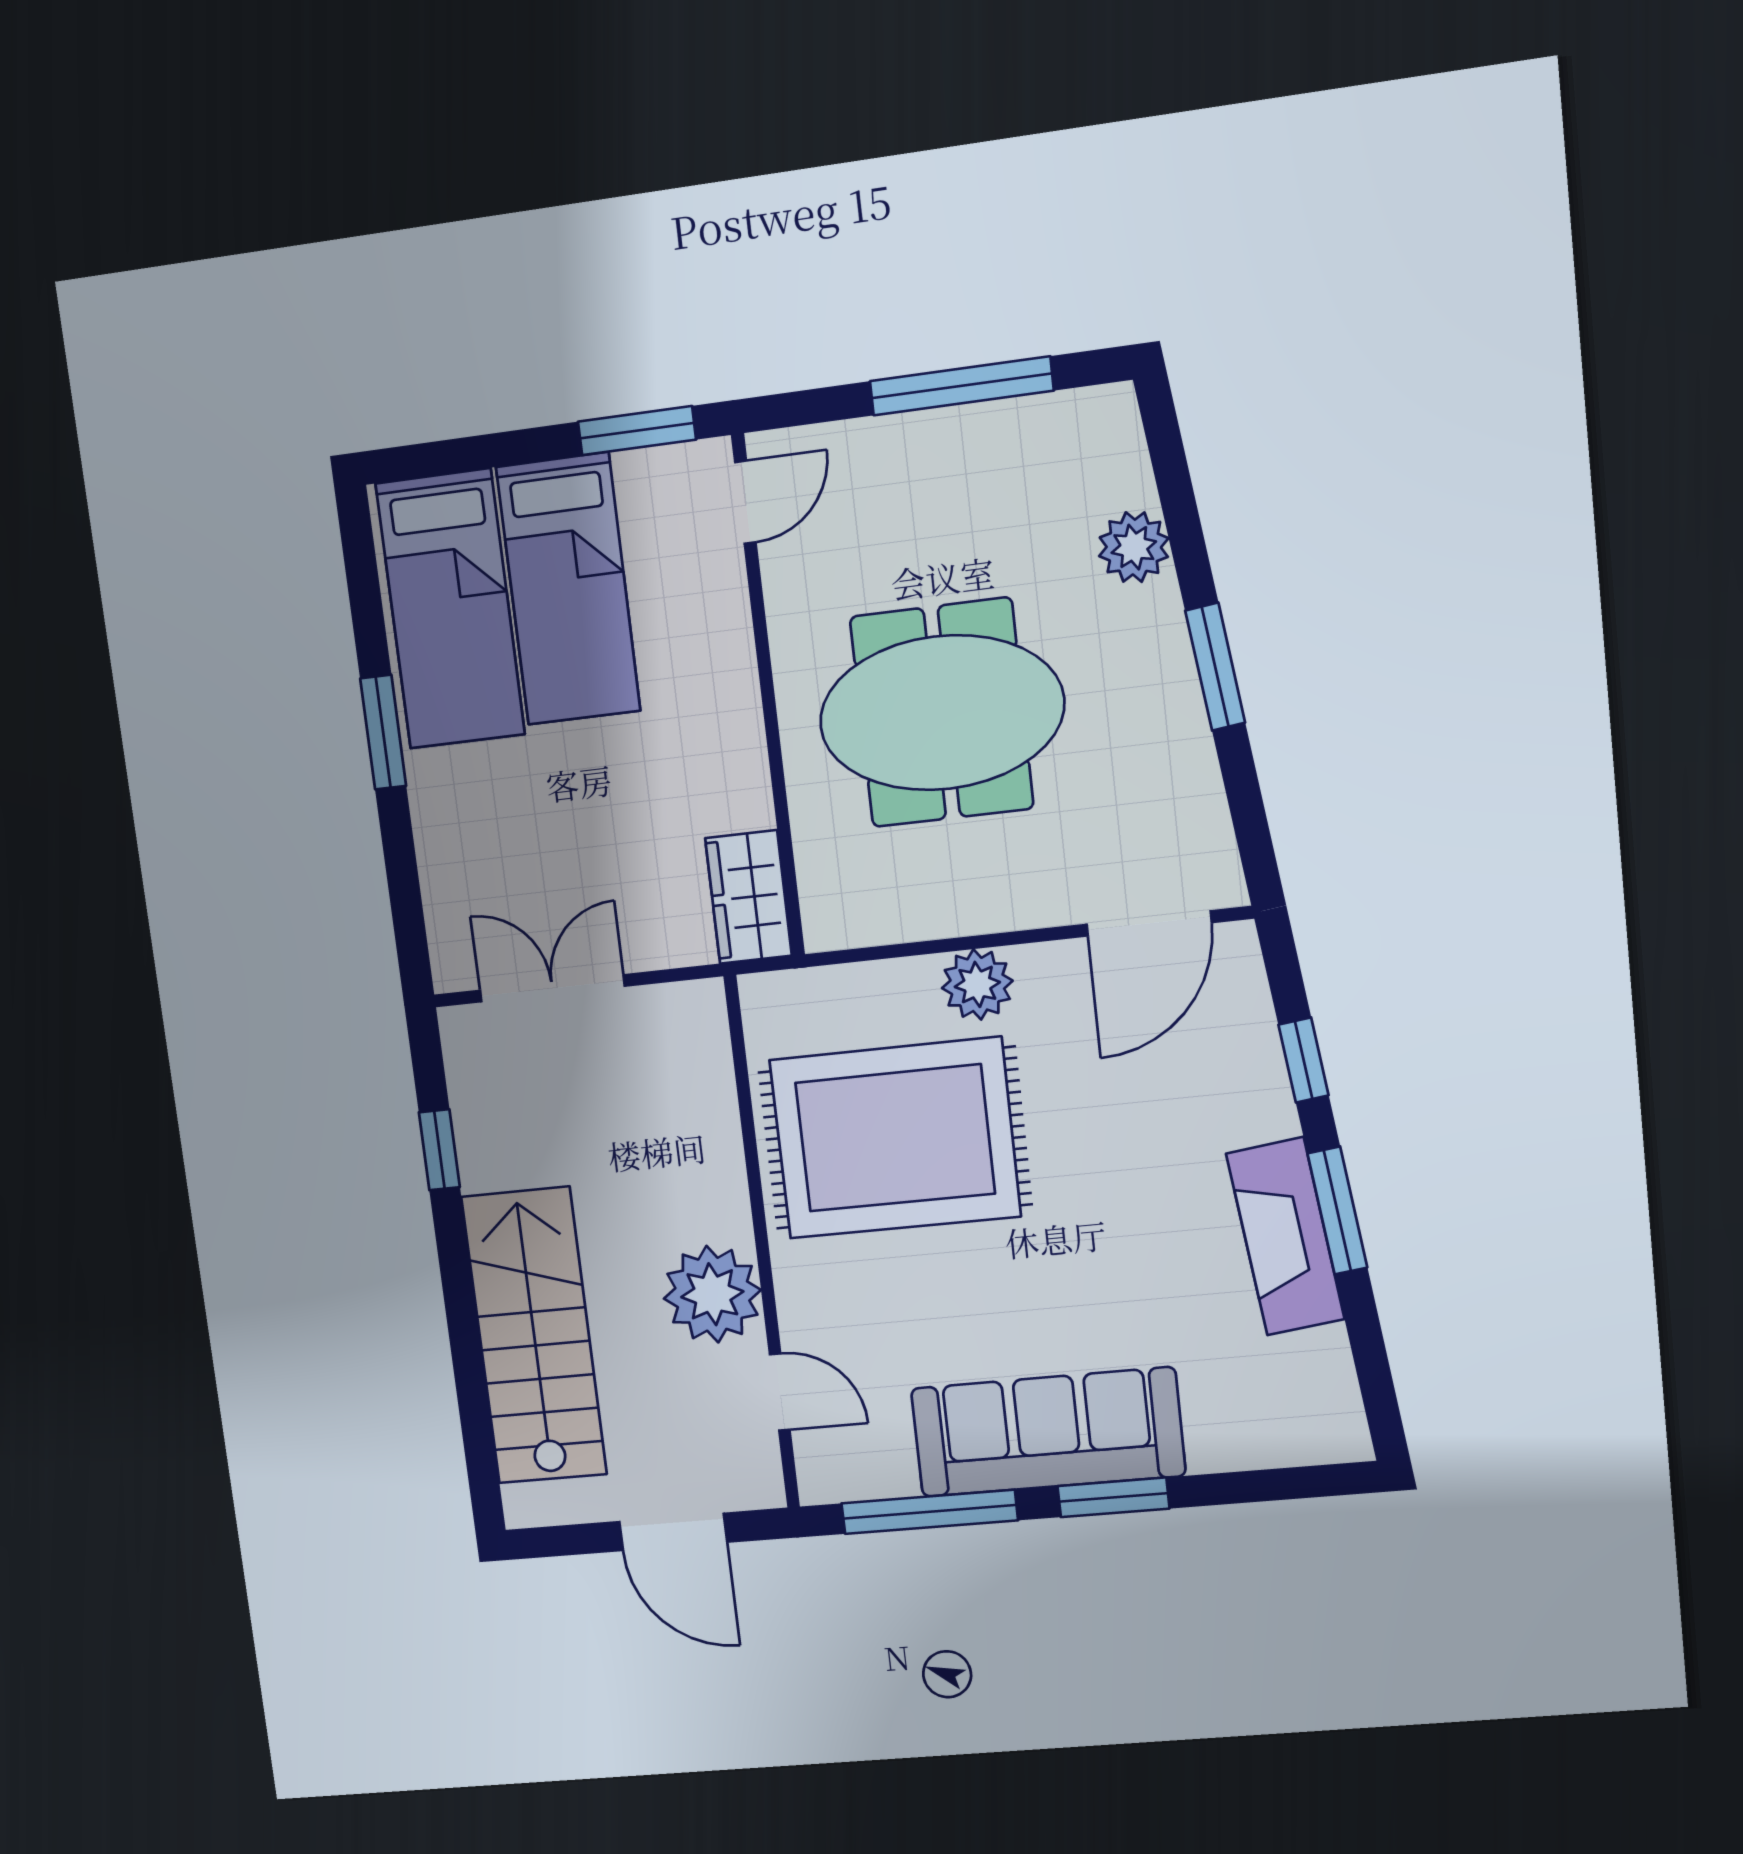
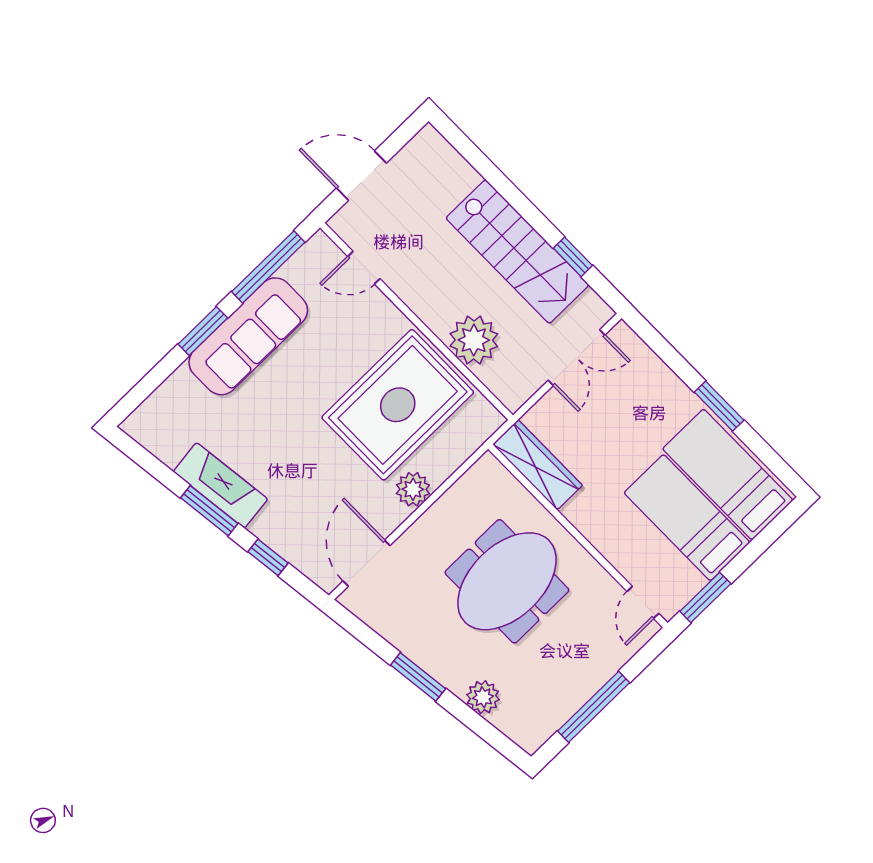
wardrobe: (749, 897) -> (538, 465), width x1.50
plant: (712, 1294) -> (474, 340), moved
stairs: (534, 1336) -> (517, 252), moved

